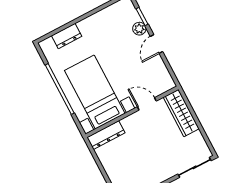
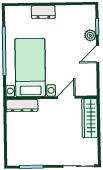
dresser: (67, 36) -> (43, 12), moved
door: (147, 104) -> (66, 97), hinge flipped

